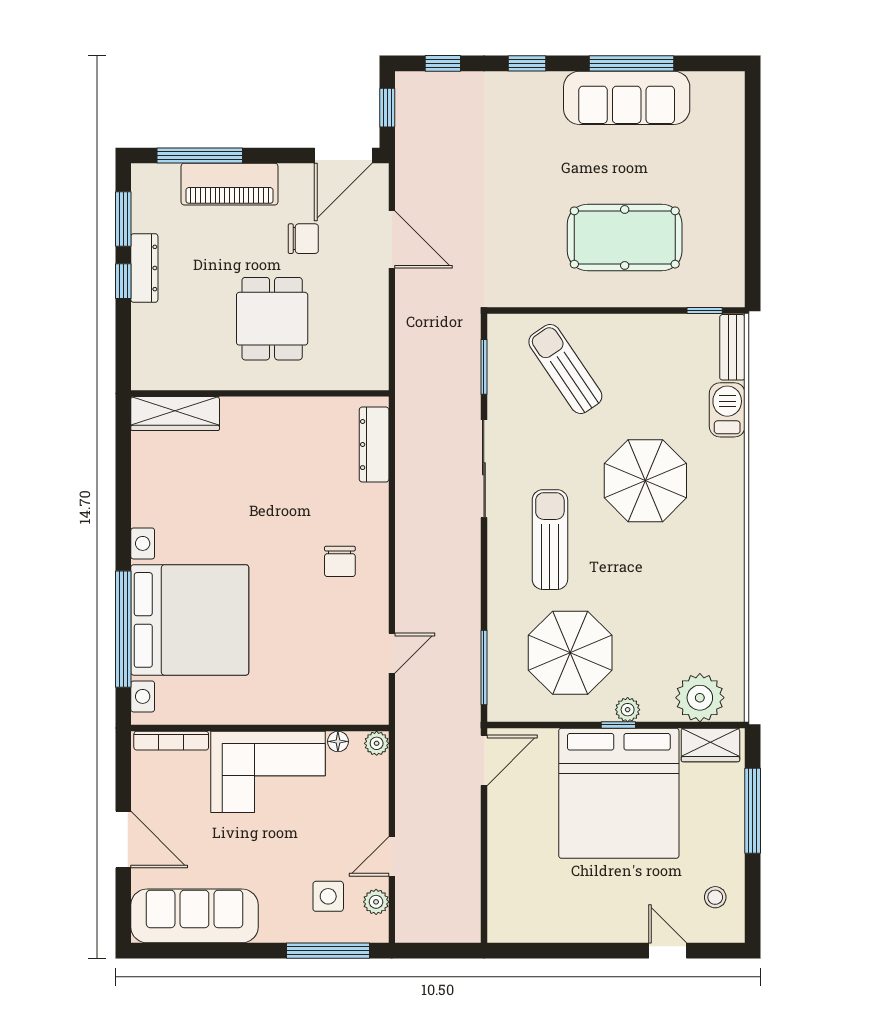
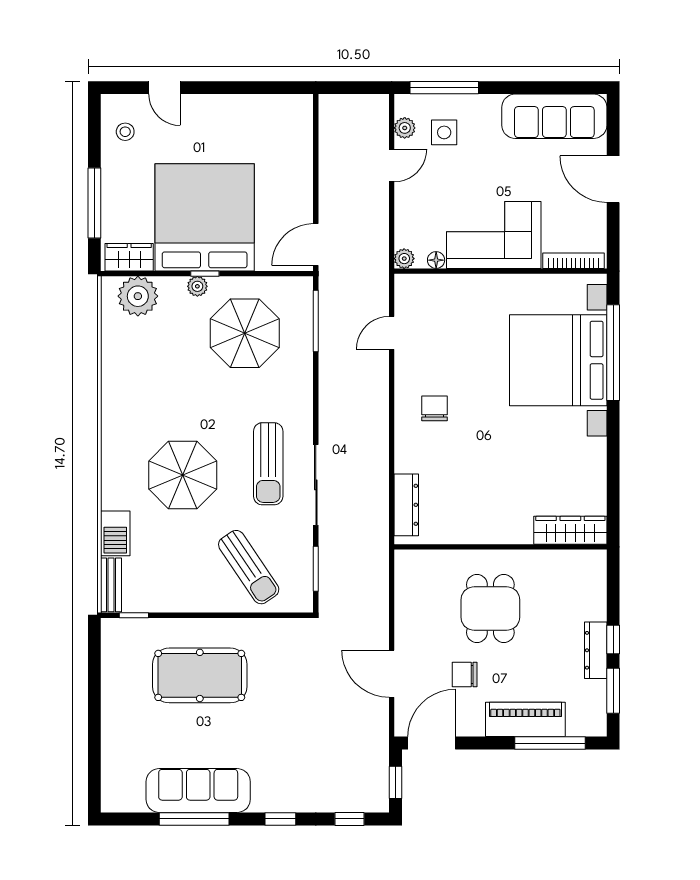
sun lounger: (550, 540) -> (268, 464), moved

